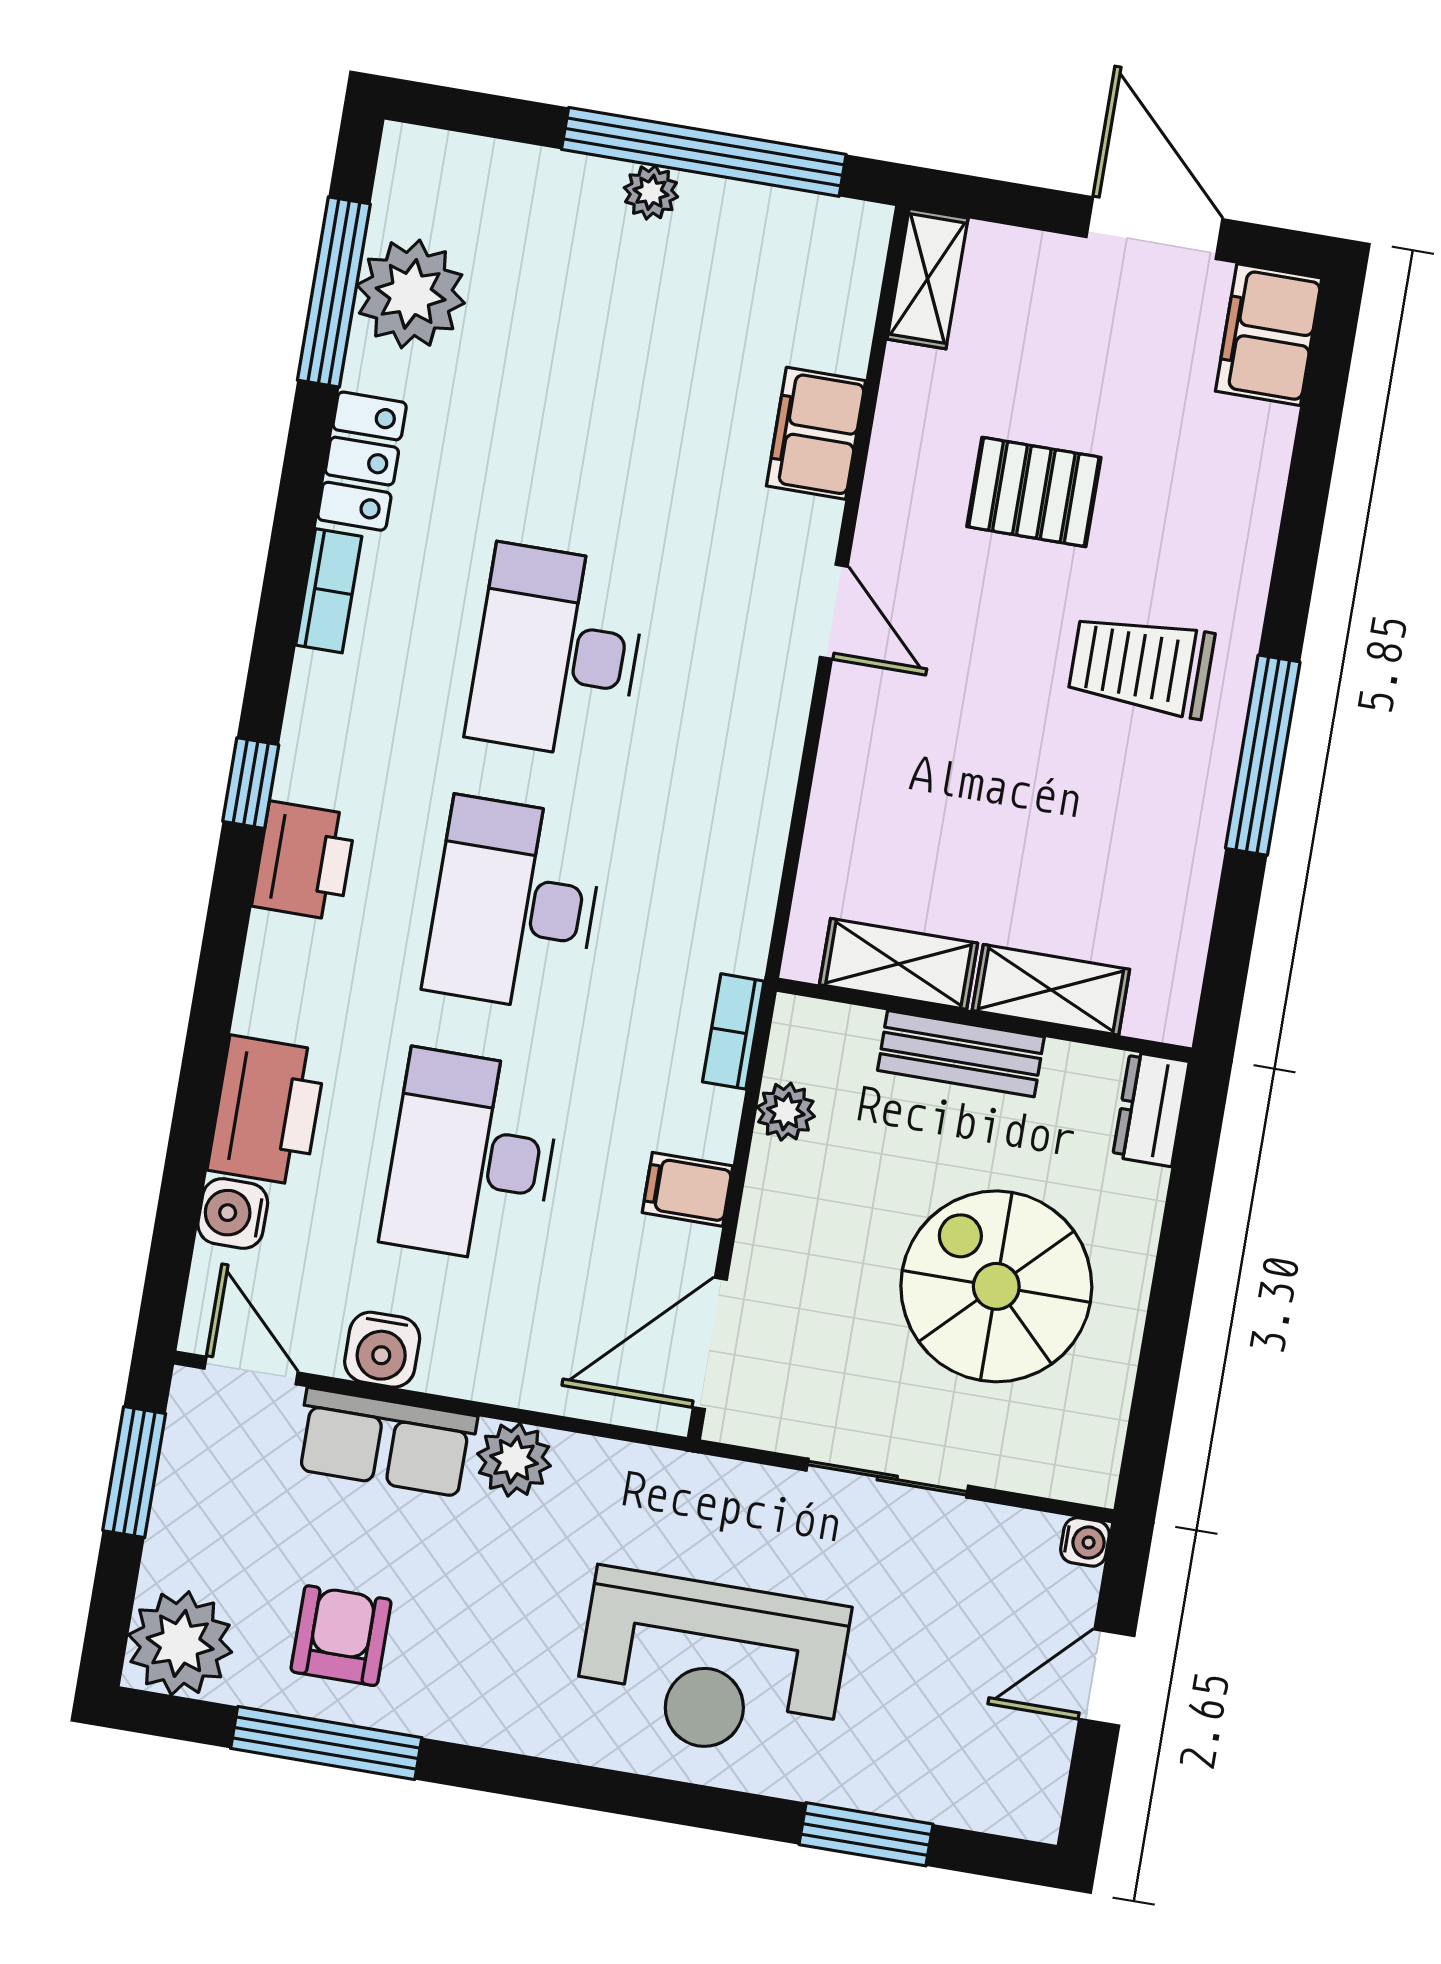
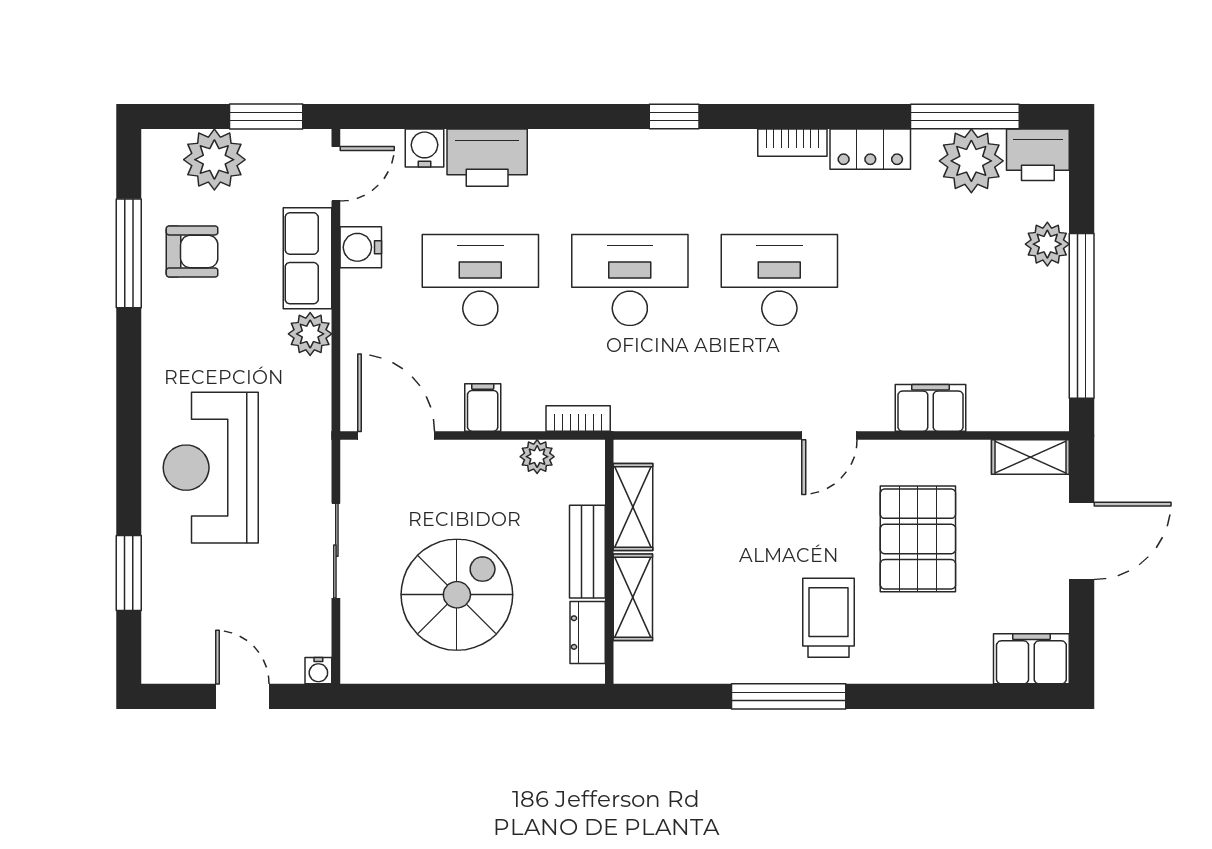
plant: (651, 192) -> (1047, 244), moved, width x1.38, depth x1.38
door: (1154, 228) -> (1082, 541), moved
pallet: (1034, 492) -> (918, 539), width x1.50, depth x1.42
printer: (304, 861) -> (1038, 155), moved
dresser: (1151, 1109) -> (588, 633), moved, turned -90
plant: (180, 1643) -> (214, 160), moved

